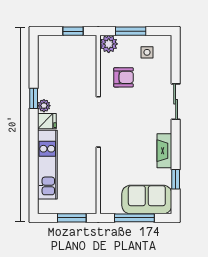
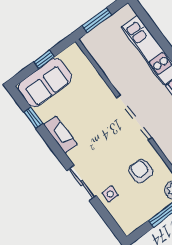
side table: (147, 52) -> (110, 194), moved
armchair: (124, 77) -> (141, 171), turned 90
window: (134, 218) -> (44, 59), width x0.46

